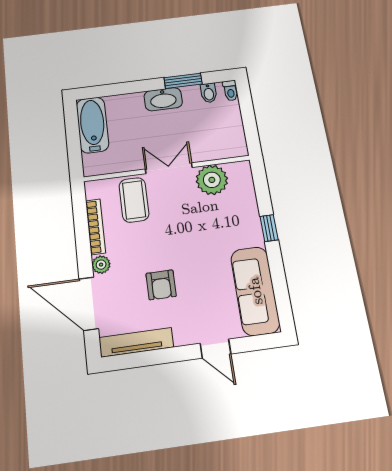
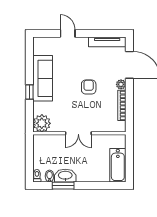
washbasin: (163, 99) -> (65, 176), moved
plant: (212, 180) -> (42, 123), moved
coffee table: (134, 200) -> (100, 118), removed
armchair: (161, 285) -> (89, 87), moved
sofa: (255, 291) -> (43, 78), moved

